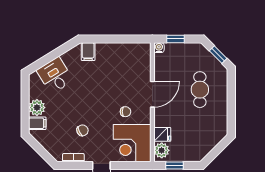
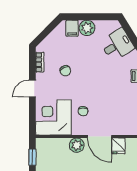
fridge: (162, 134) -> (118, 146), moved
plant: (162, 150) -> (77, 145), moved

